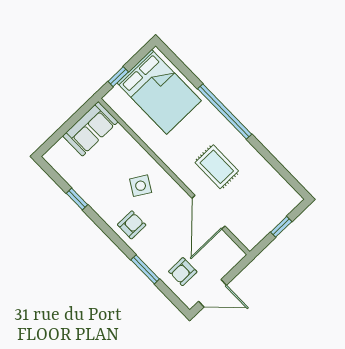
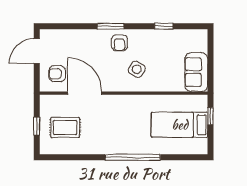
bed: (159, 92) -> (180, 125), width x0.67
rug: (217, 167) -> (65, 128), moved
window: (145, 269) -> (111, 26), moved
armchair: (183, 272) -> (57, 74), moved, turned -90

